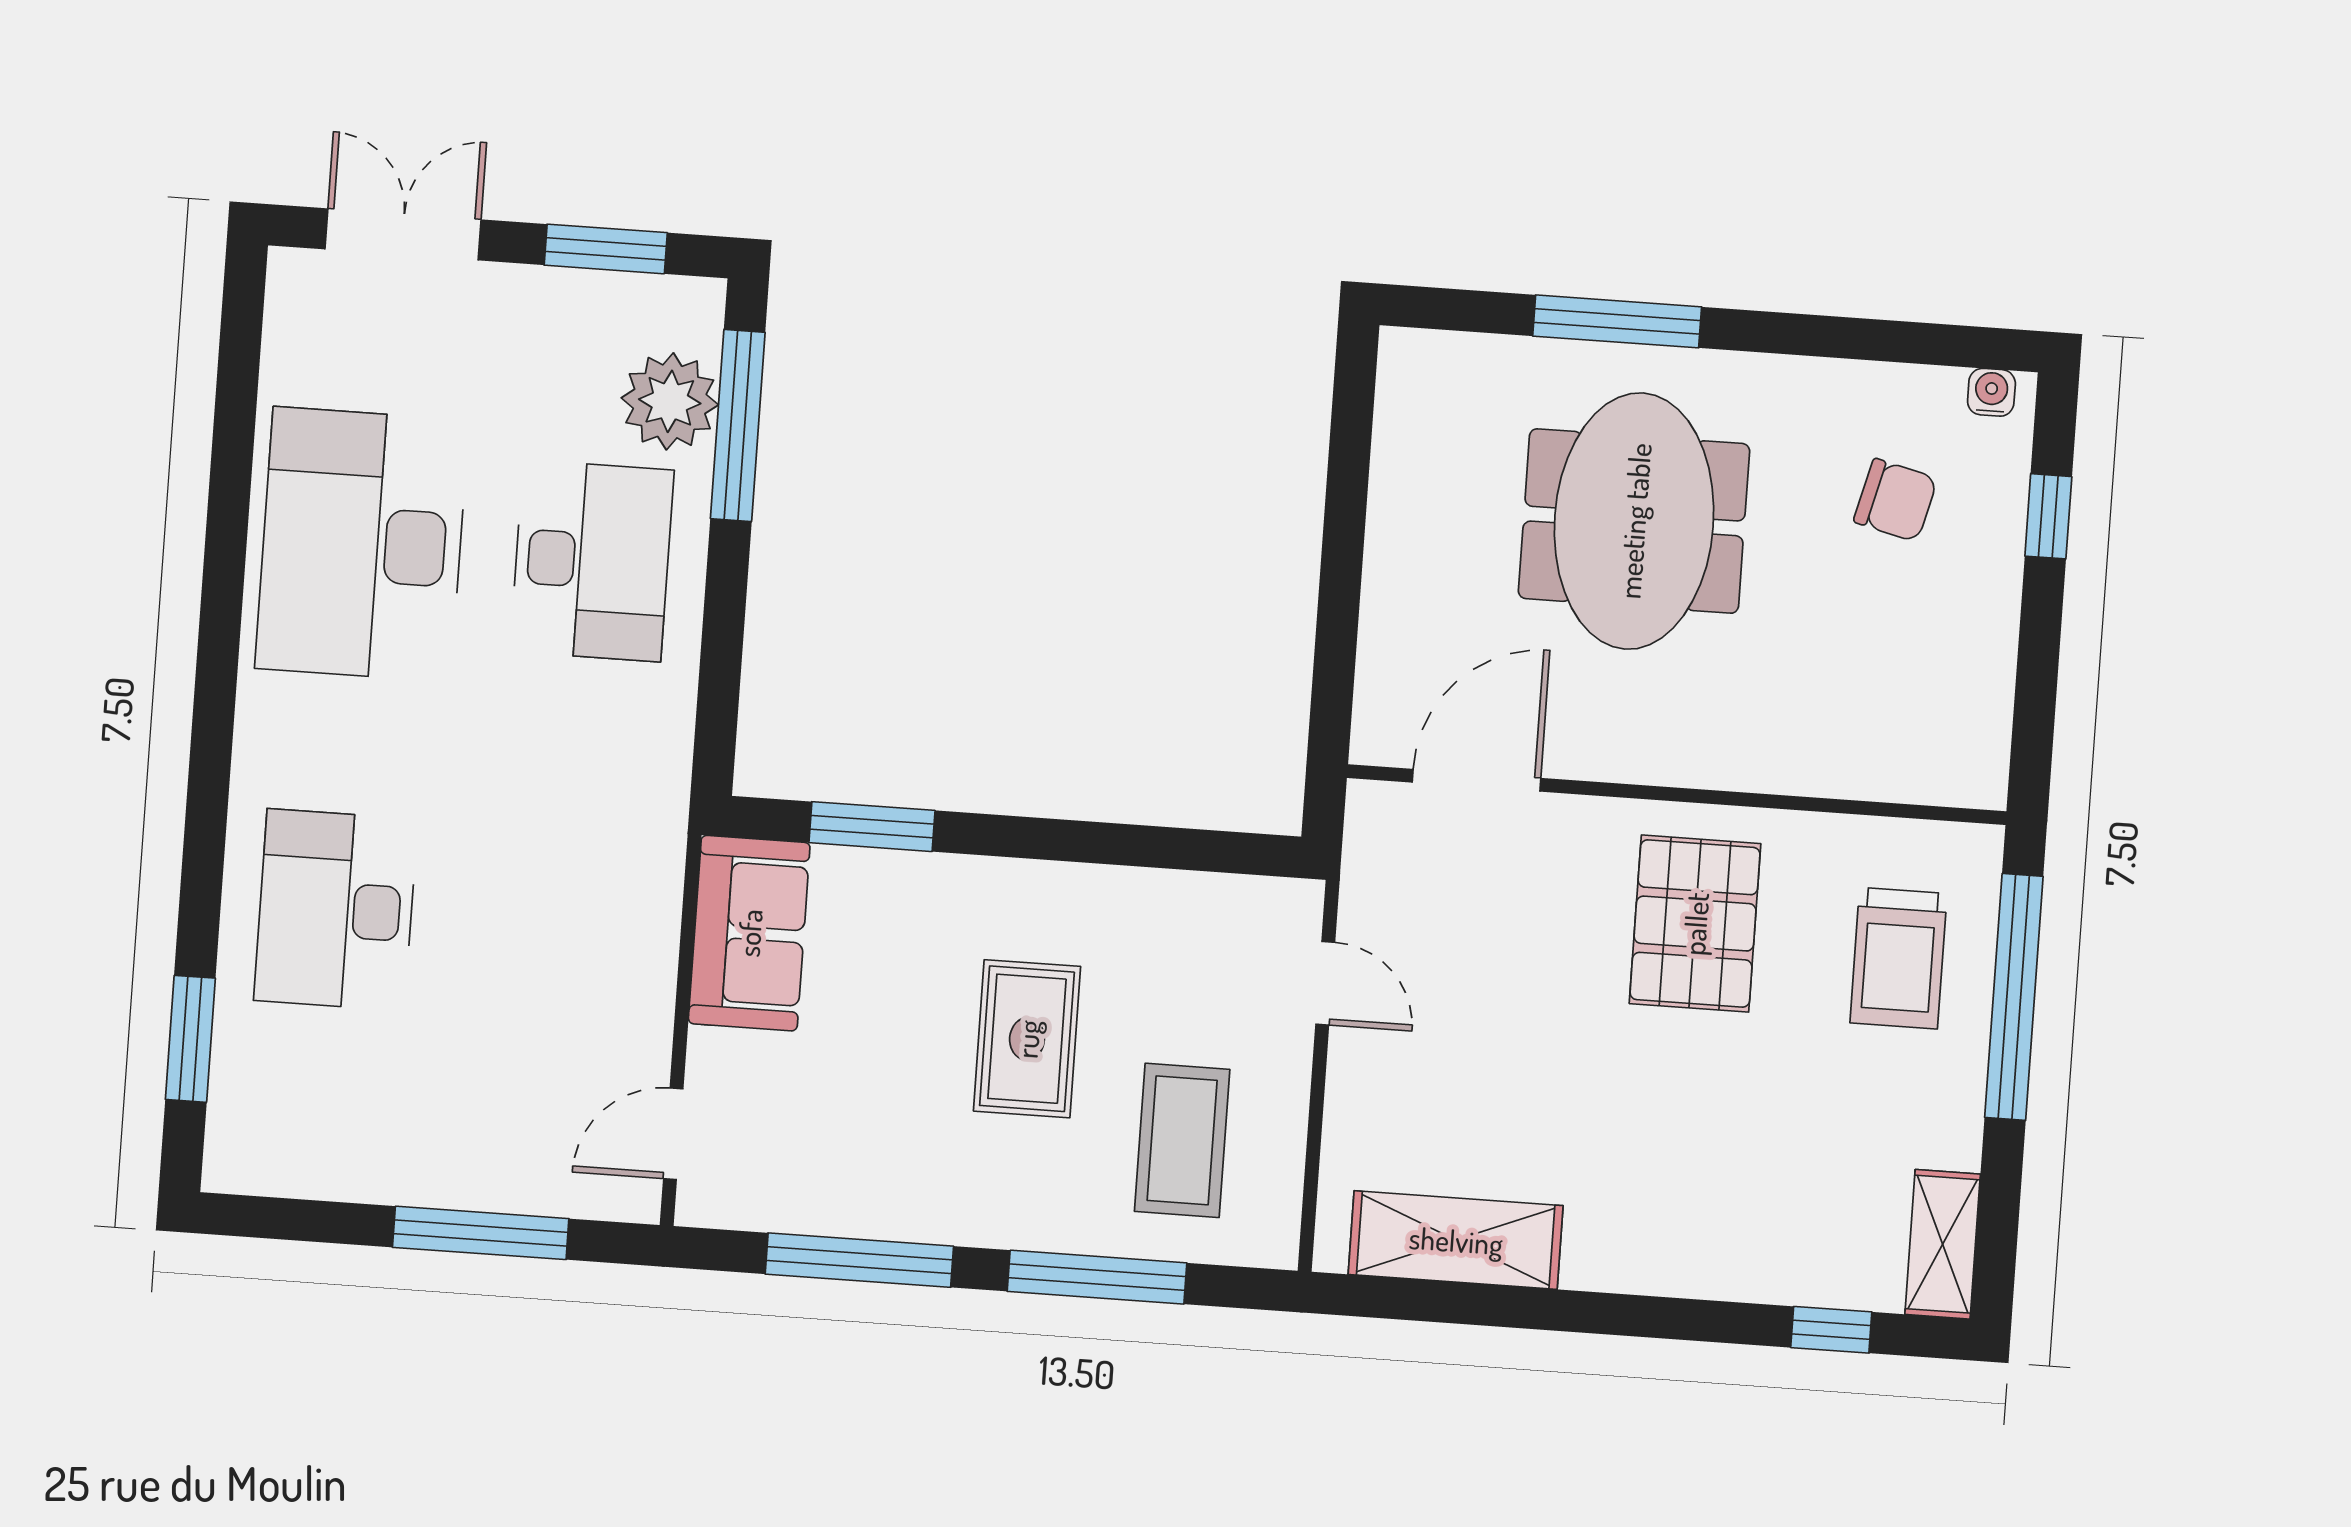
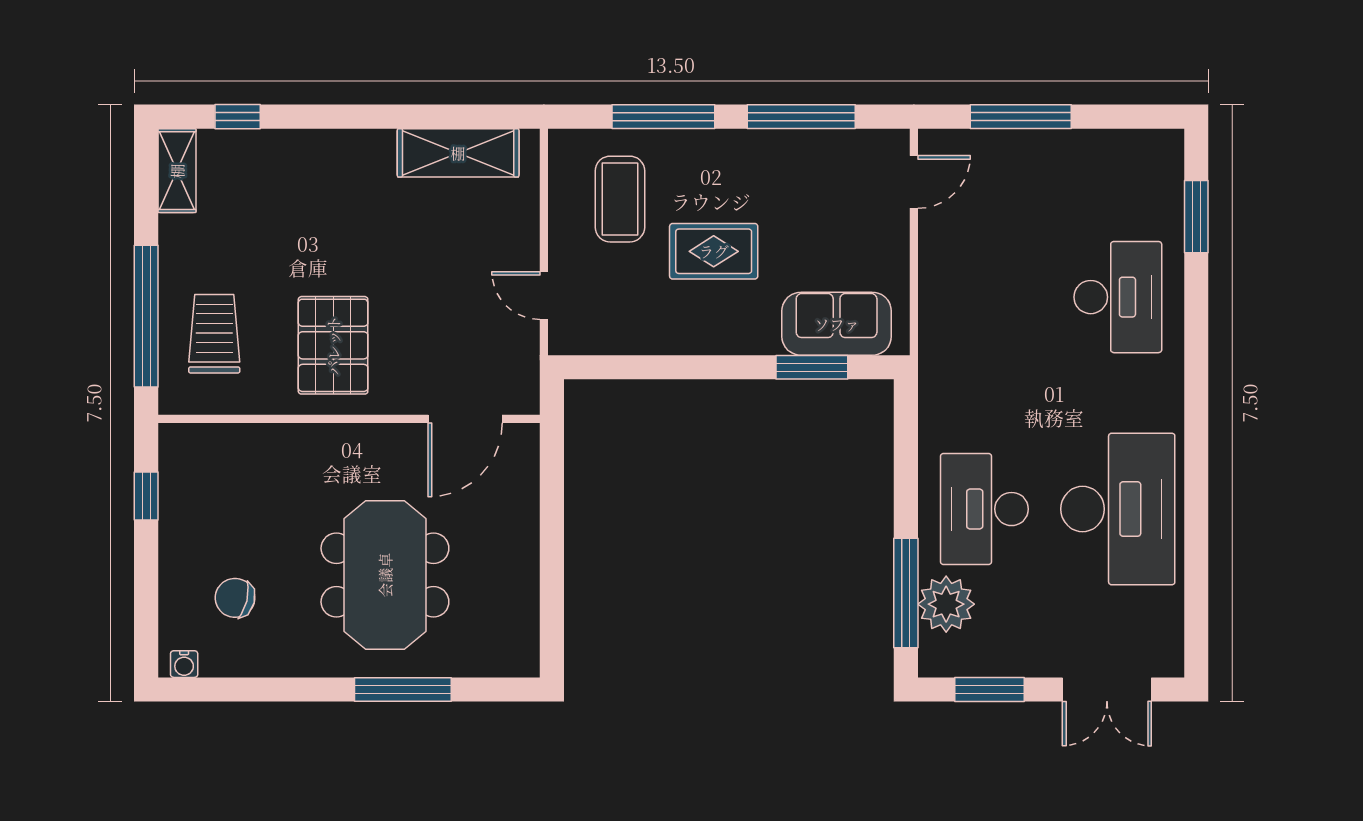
window: (2048, 516) -> (146, 496), moved
sofa: (749, 933) -> (837, 324), moved, turned 90
rug: (1027, 1039) -> (714, 251), turned 90

